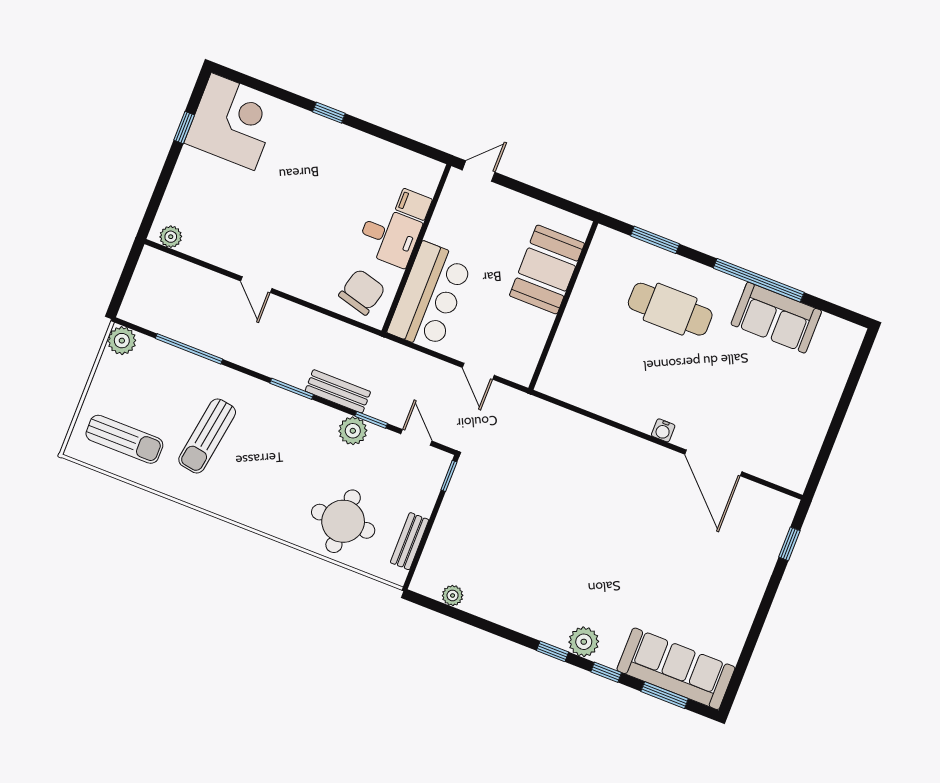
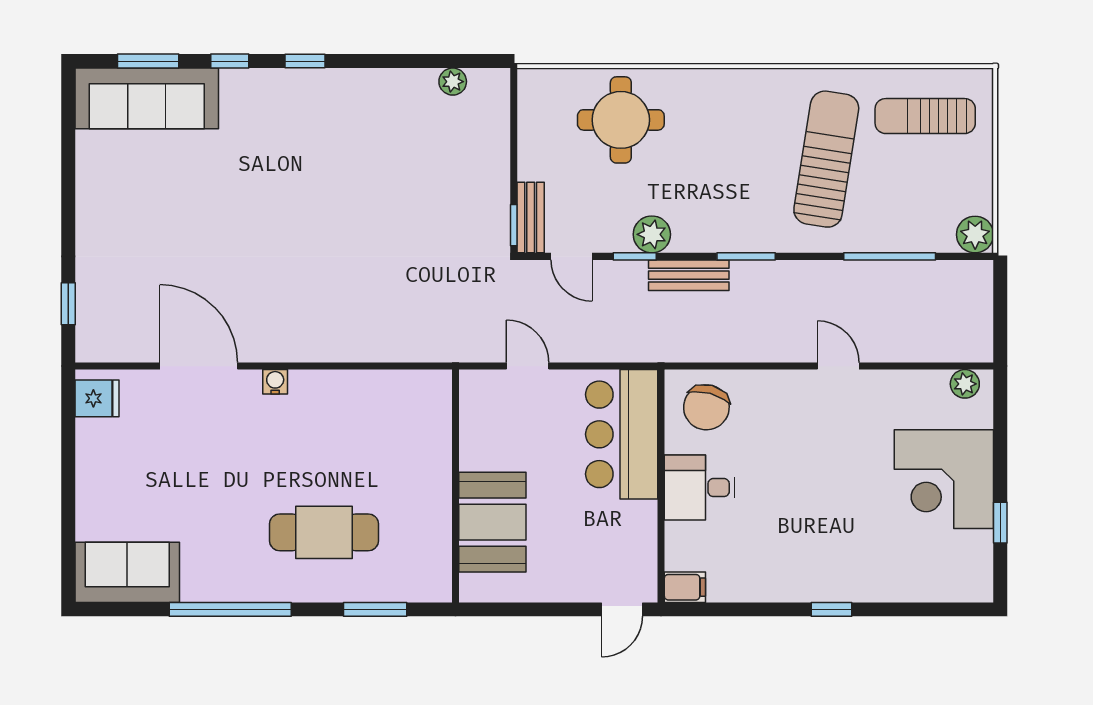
corner desk: (233, 122) -> (944, 479), moved
filing cabinet: (414, 204) -> (685, 587), moved
sofa: (776, 318) -> (127, 572), moved
sun lounger: (207, 436) -> (826, 159), width x1.36, depth x1.34
fridge: (795, 468) -> (97, 398), added
bench: (410, 541) -> (531, 218), moved
plant: (584, 642) -> (271, 88), removed

